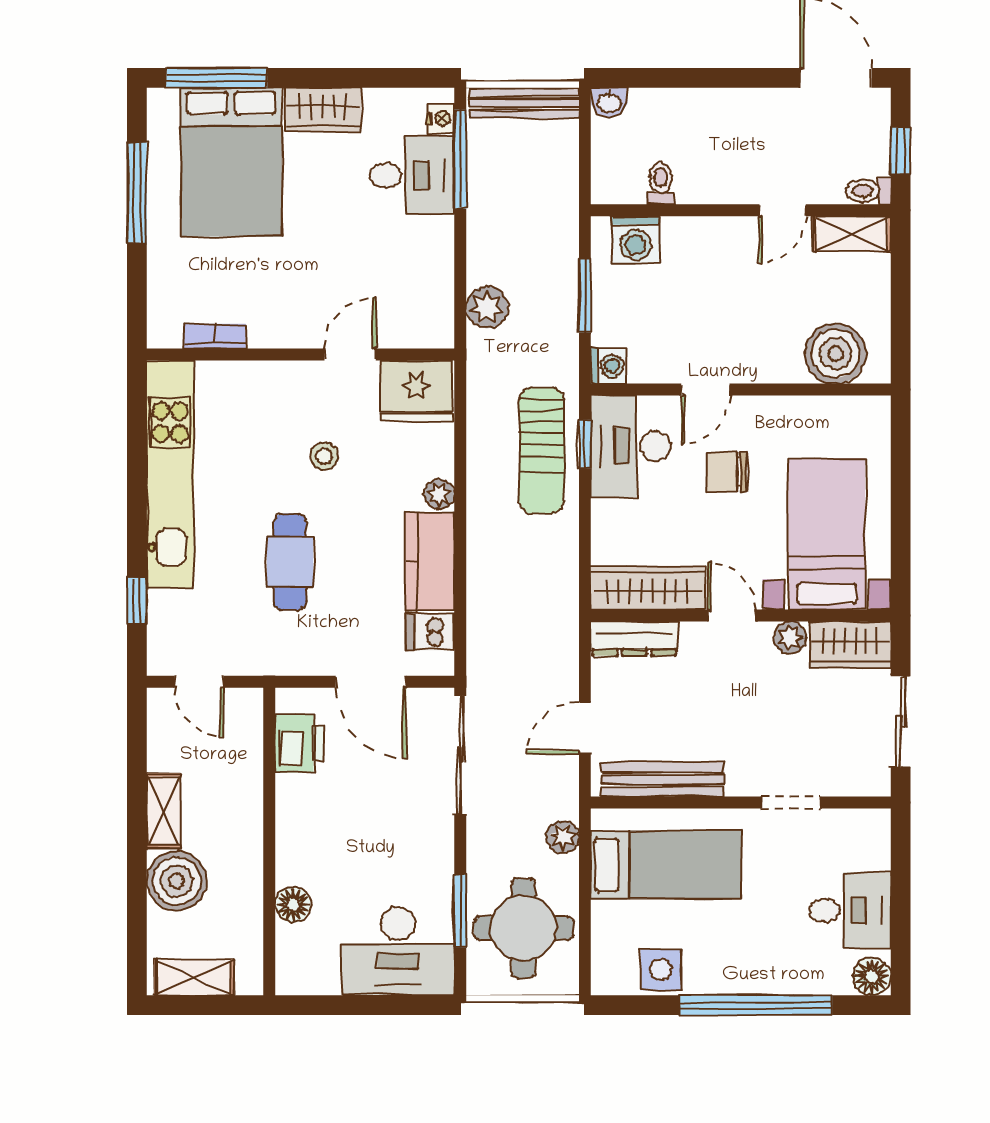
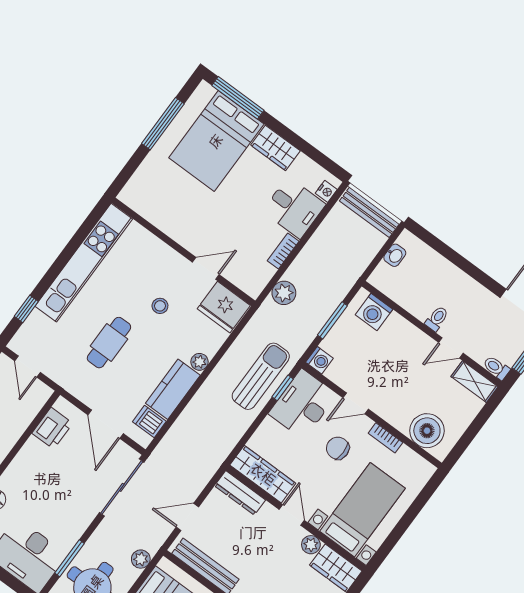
washbasin: (609, 102) -> (395, 255), moved, turned -90
window: (460, 159) -> (321, 217), removed
toilet: (661, 183) -> (437, 319), moved
bookcase: (215, 336) -> (283, 251), moved, turned -90
bookcase: (784, 407) -> (385, 438), added
sun lounger: (542, 450) -> (261, 376), turned 180

